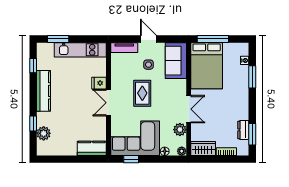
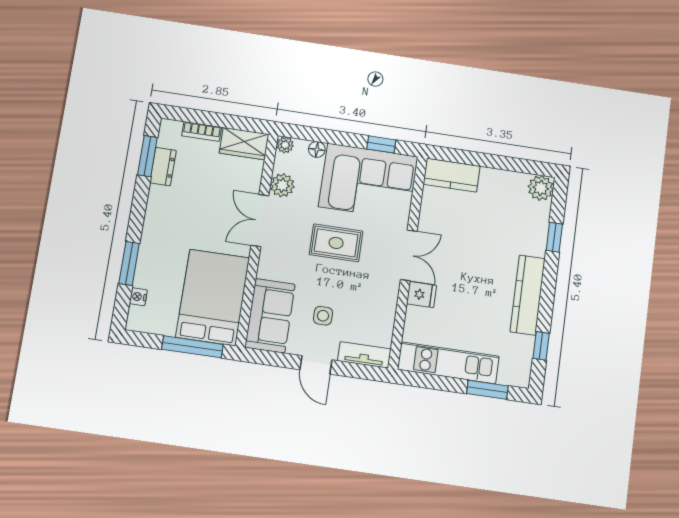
rug: (142, 93) -> (336, 243), moved, turned 90
plant: (44, 133) -> (541, 188), moved

